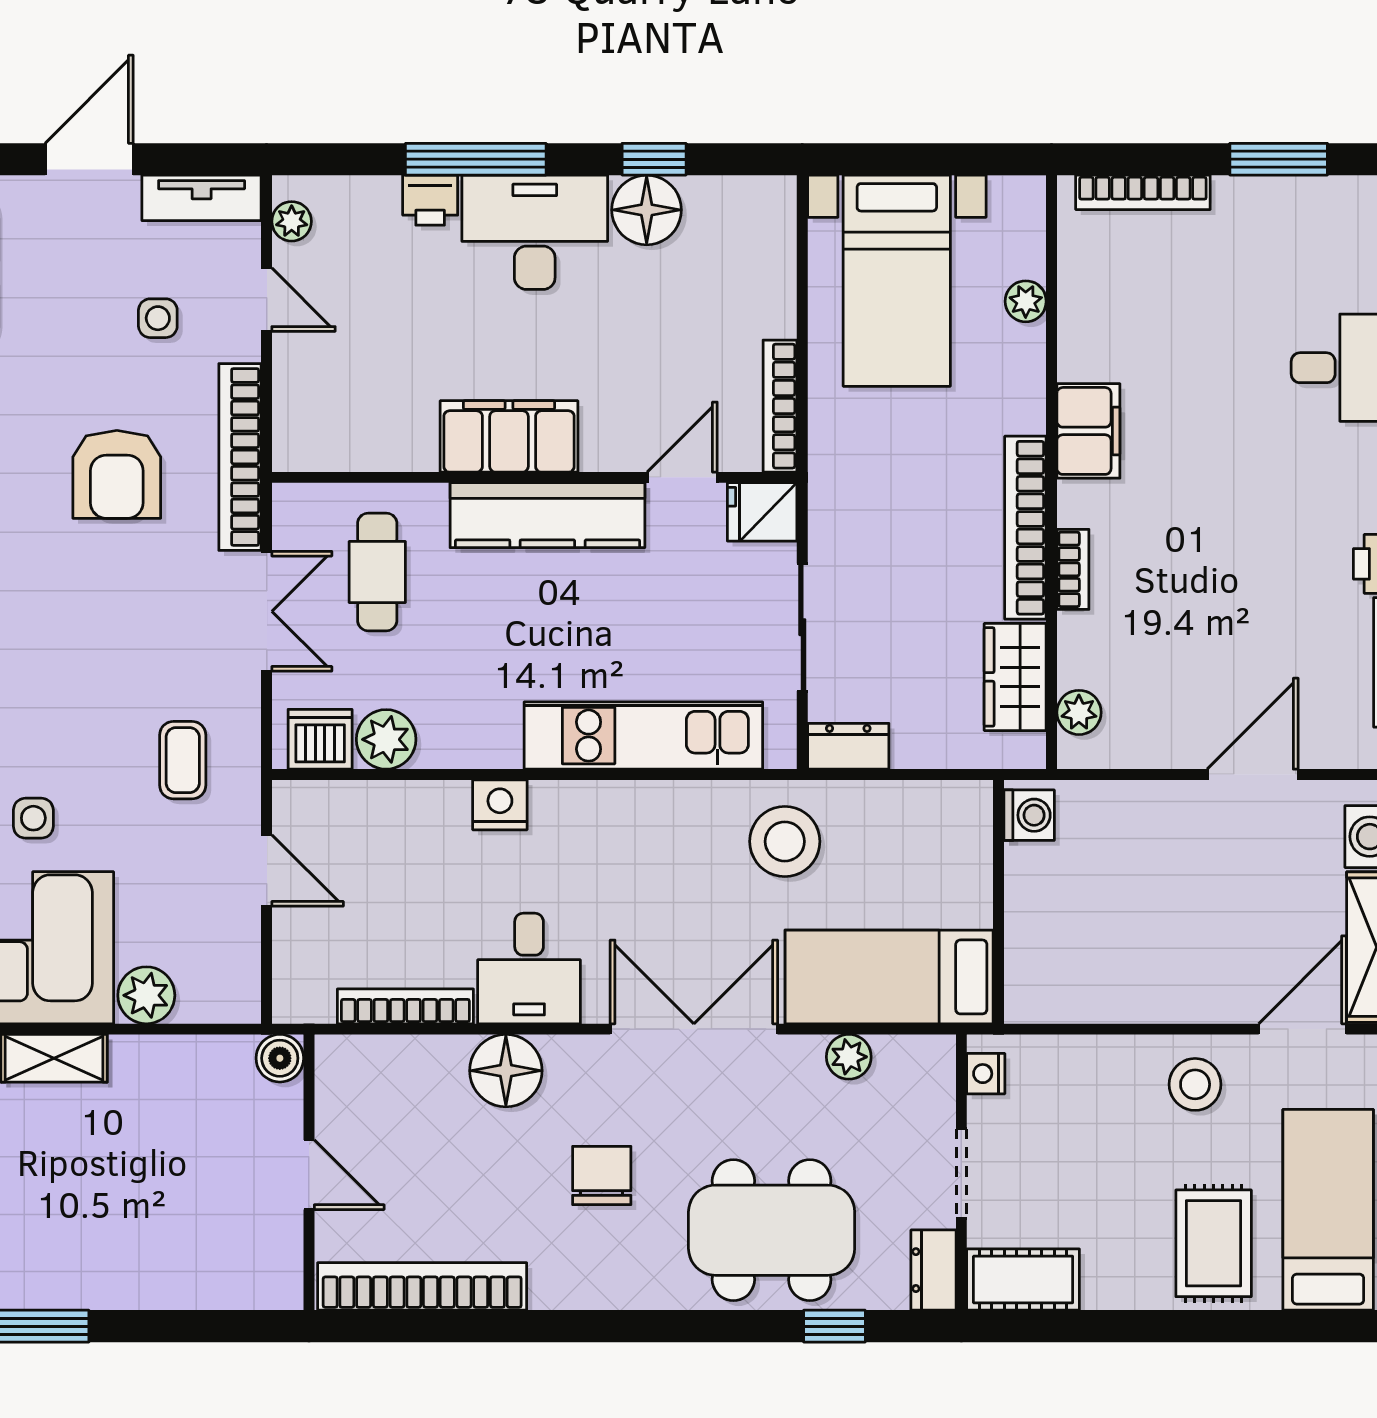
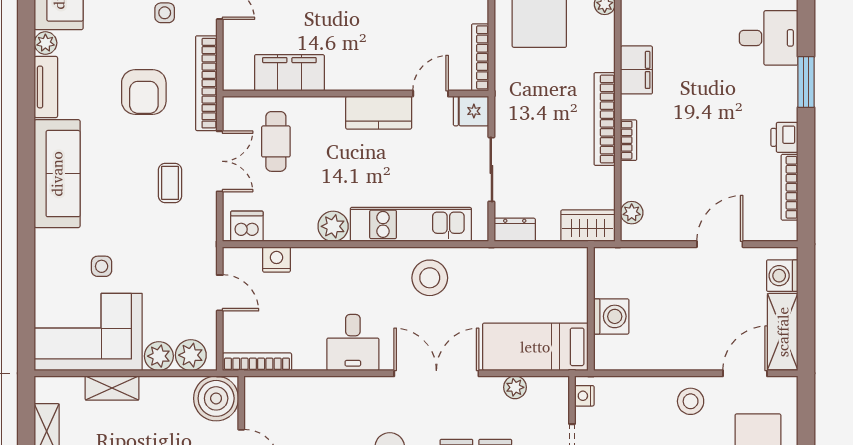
filing cabinet: (509, 436) -> (289, 73), moved
kitchen counter: (547, 515) -> (379, 113), width x0.67
wardrobe: (1015, 677) -> (588, 226), moved, turned 90
plant: (386, 739) -> (333, 226), moved
coffee table: (183, 760) -> (170, 183), moved
nightstand: (500, 805) -> (277, 260), moved
washing machine: (1029, 815) -> (611, 316), moved, width x1.38, depth x1.38
stool: (785, 841) -> (430, 278), moved
plant: (209, 993) -> (191, 355), added
bookcase: (405, 1006) -> (257, 362), moved
boiler: (280, 1058) -> (216, 398), width x1.86, depth x1.86
floor lamp: (506, 1071) -> (341, 394), removed

